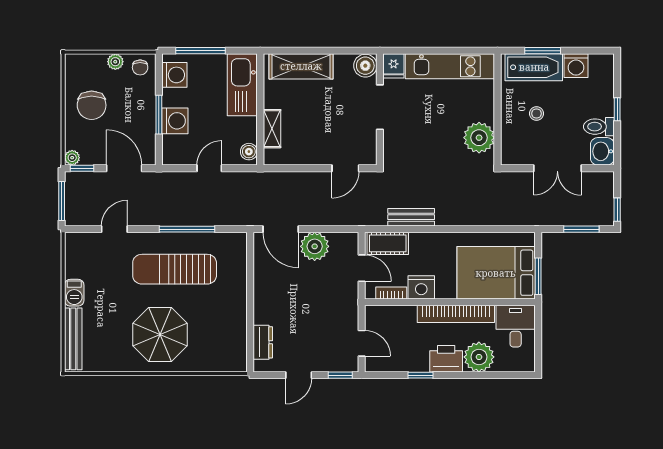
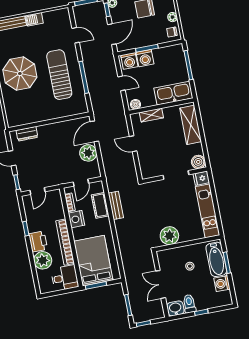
washing machine: (174, 75) -> (129, 61), moved
door: (345, 168) -> (133, 144), moved
cot: (388, 243) -> (100, 205), moved

